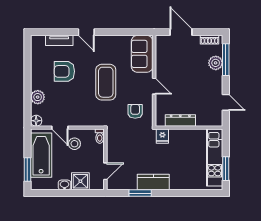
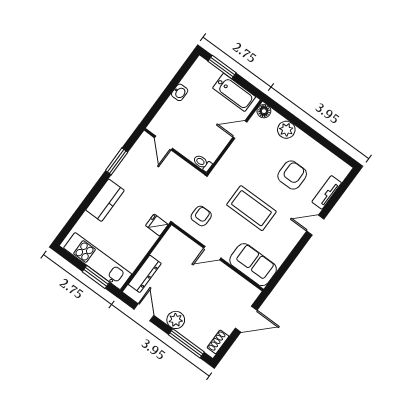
plant: (216, 63) -> (176, 320), moved
door: (226, 102) -> (144, 312), swing flipped
armchair: (135, 111) -> (201, 216), turned -90
dresser: (180, 120) -> (145, 274), moved
stool: (74, 144) -> (213, 132), removed
bathtub: (41, 155) -> (234, 92), width x0.73, depth x0.73
window: (226, 169) -> (96, 277), moved
shower: (80, 181) -> (172, 111), removed
kitchen counter: (153, 182) -> (105, 200), moved

